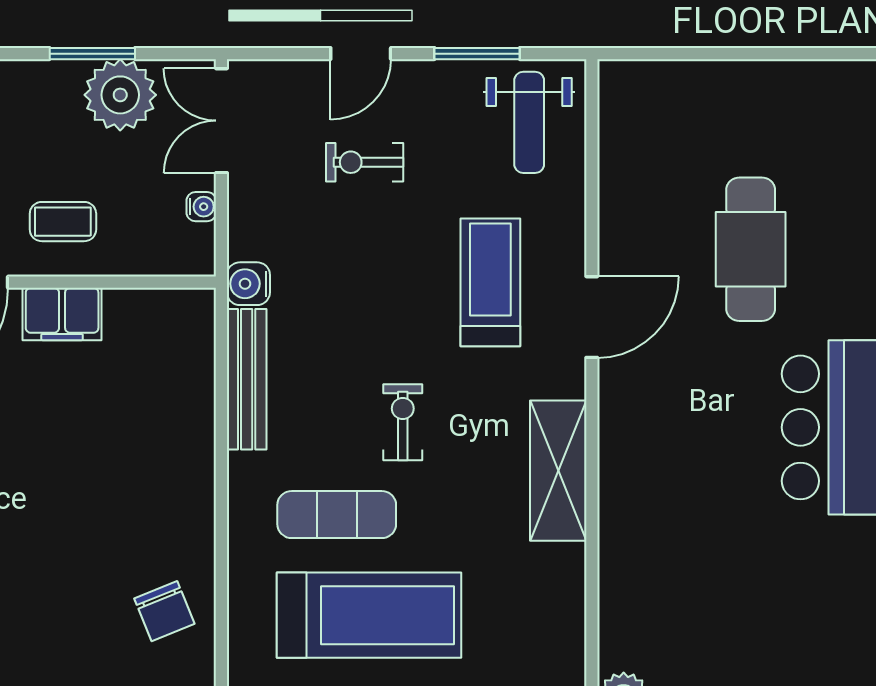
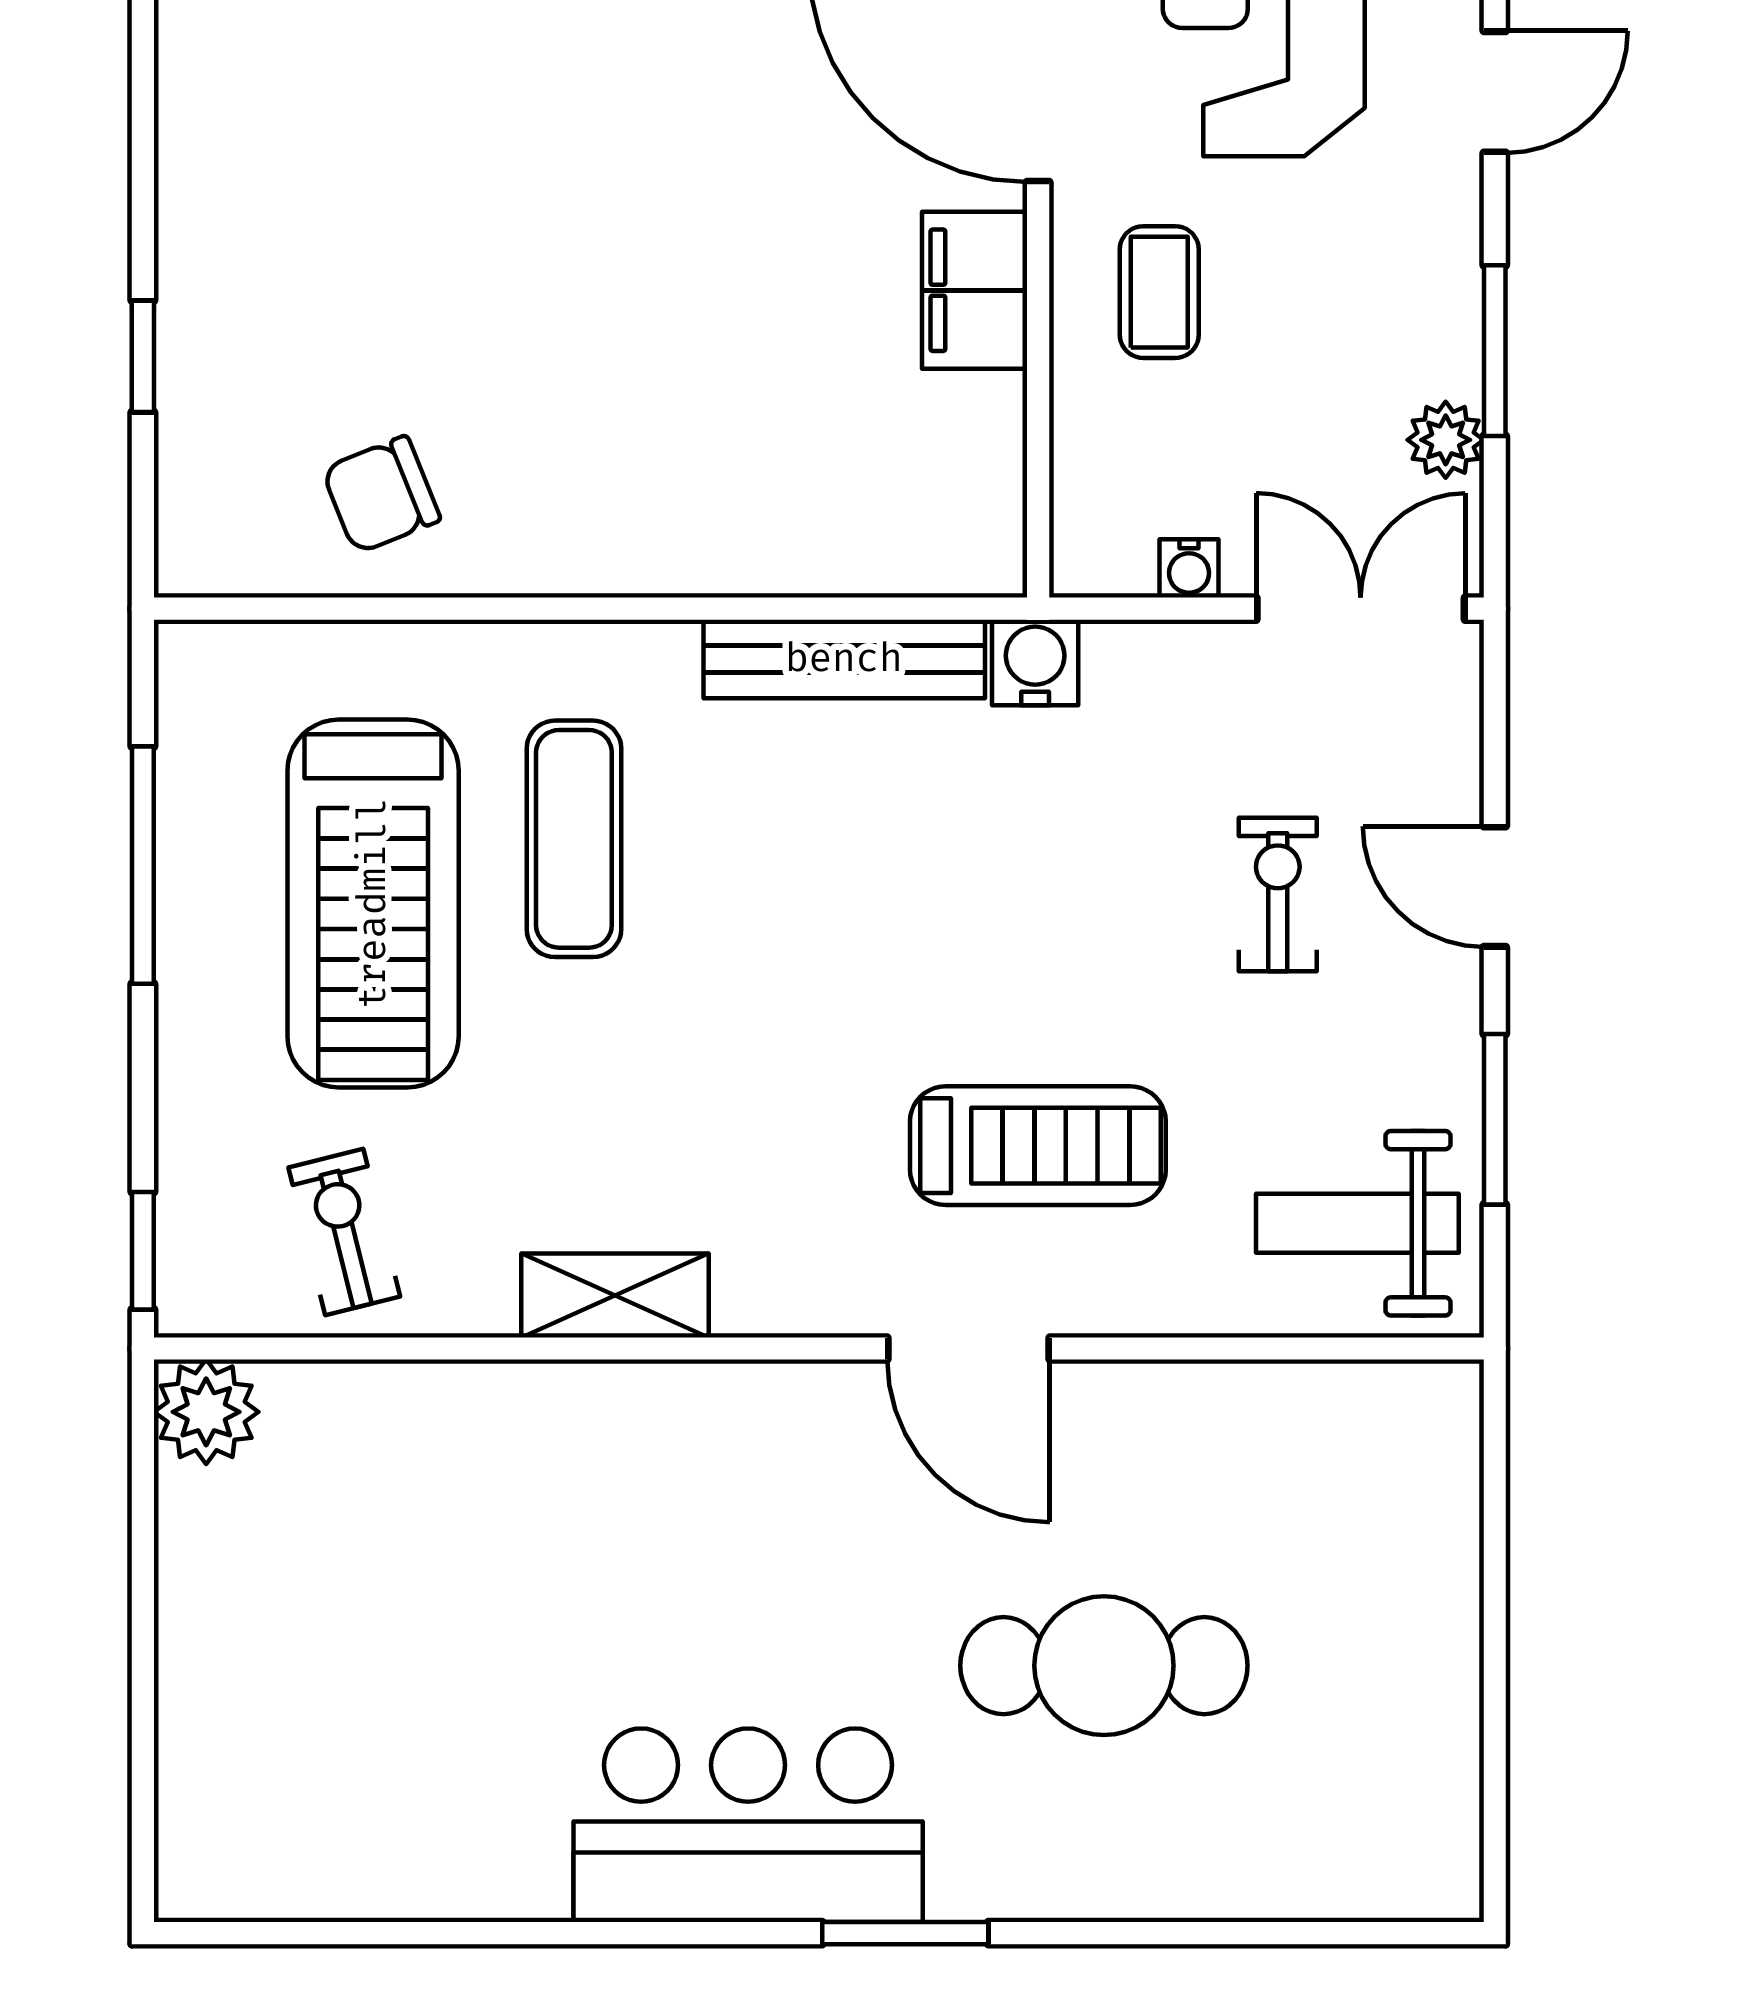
plant: (120, 95) -> (1446, 440), width x0.53, depth x0.53
exercise bike: (403, 422) -> (344, 1232), moved, turned -104
shelving: (558, 471) -> (615, 1295), width x0.67, depth x0.75

